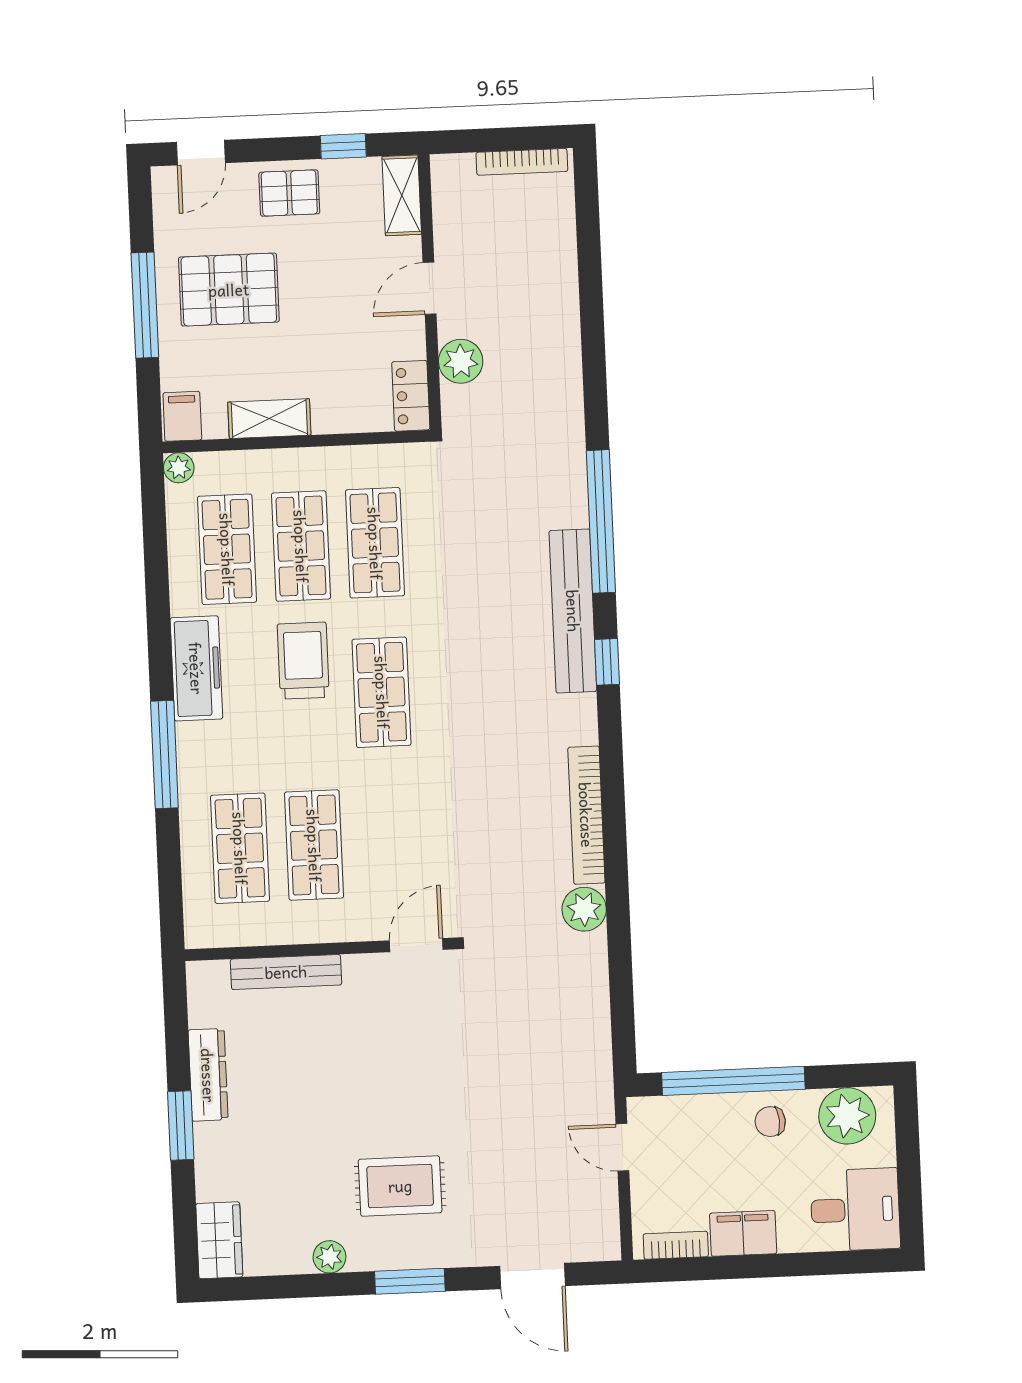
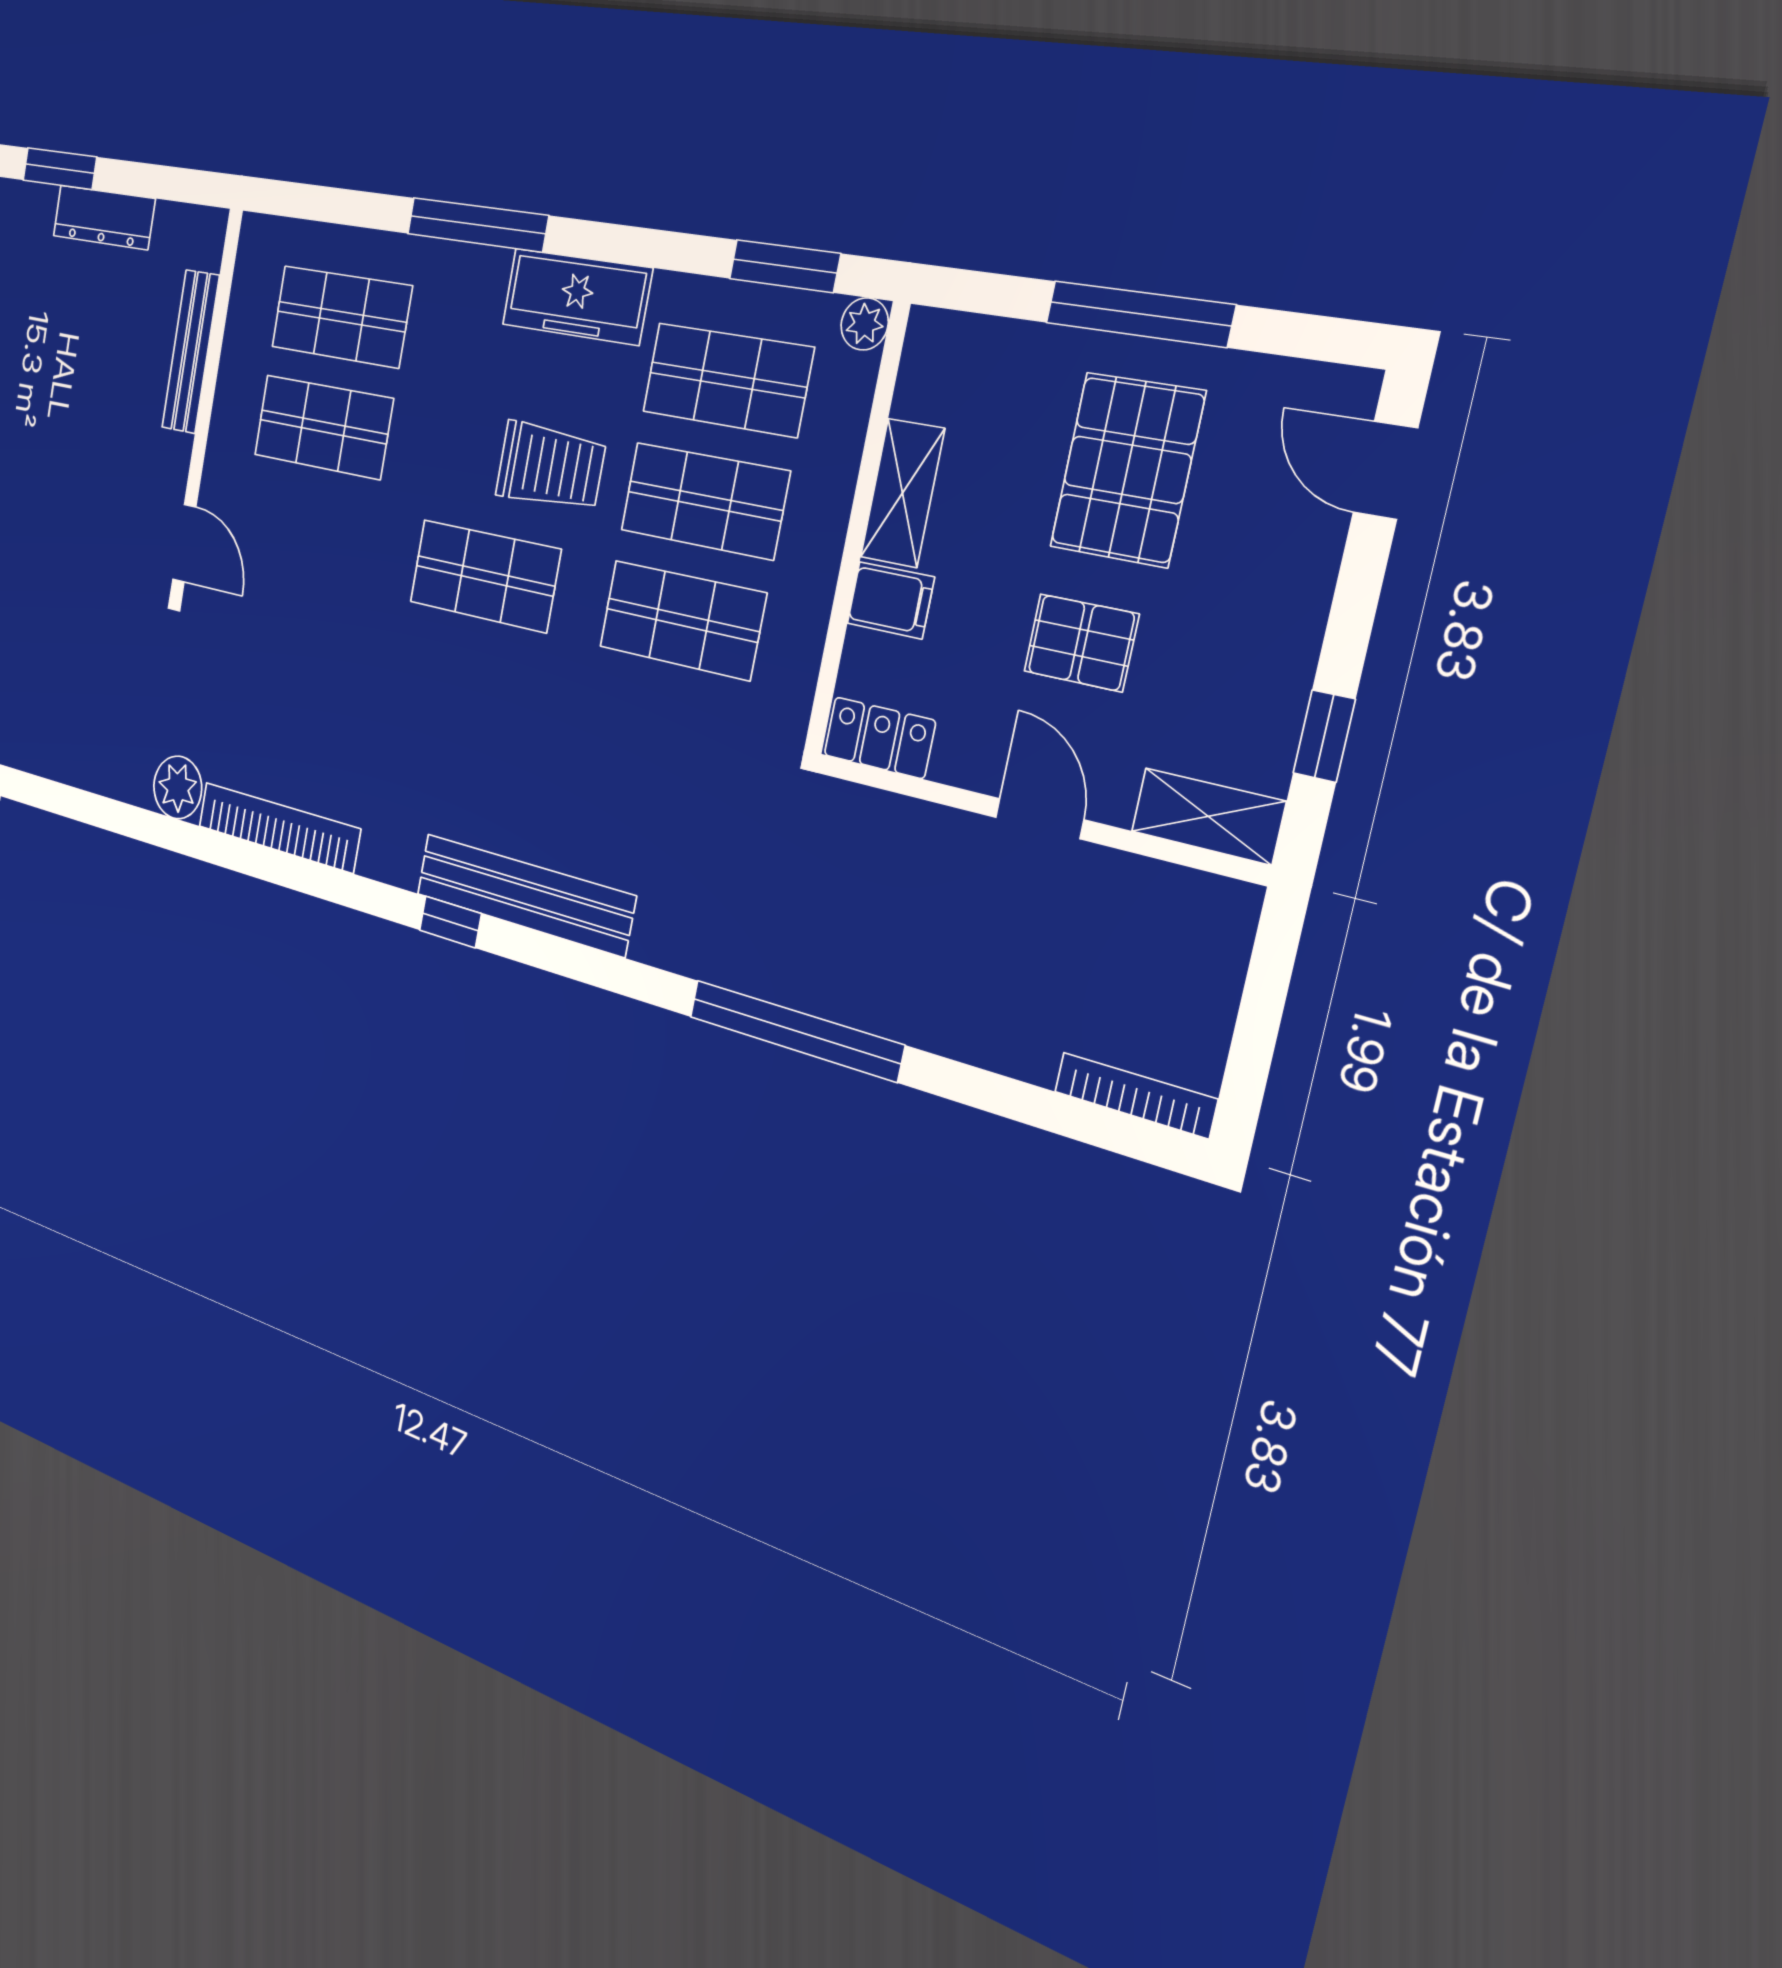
bookcase: (522, 162) -> (1135, 1095), moved, turned 90
pallet: (289, 193) -> (1081, 643), moved, turned 90
plant: (461, 361) -> (912, 835), removed
filing cabinet: (182, 416) -> (891, 600), moved
window: (601, 521) -> (795, 1031), moved
window: (155, 528) -> (785, 266), added

